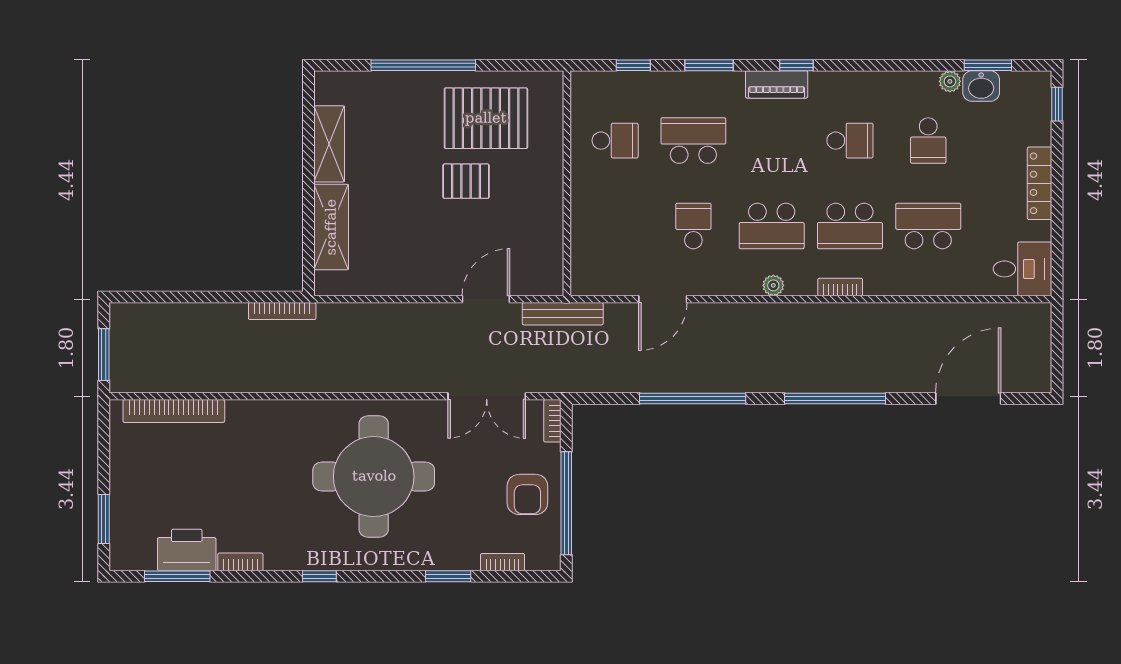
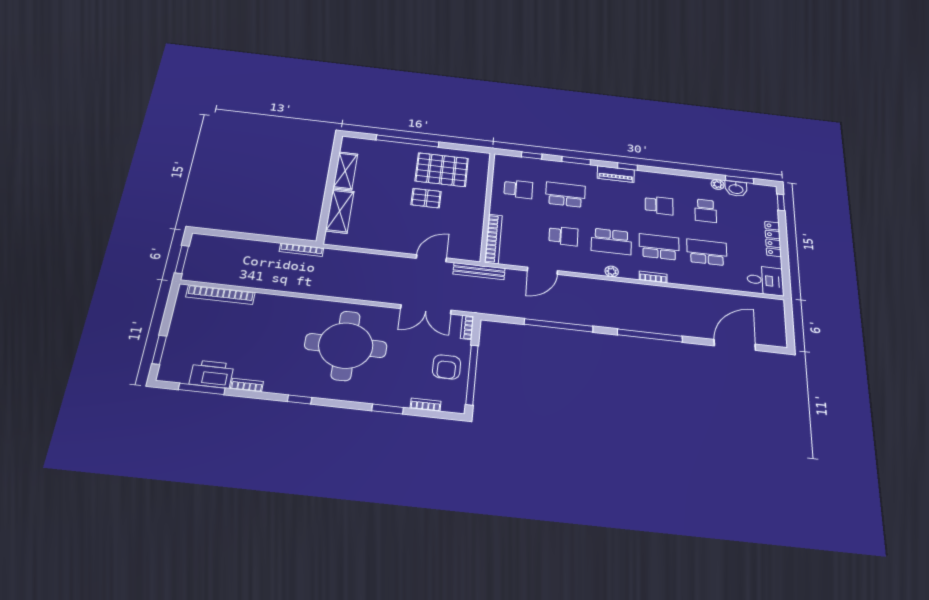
school desk: (693, 226) -> (563, 236), turned 90
school desk: (850, 226) -> (659, 247), turned 180
bookcase: (581, 248) -> (493, 239), added

